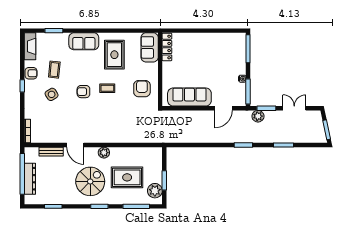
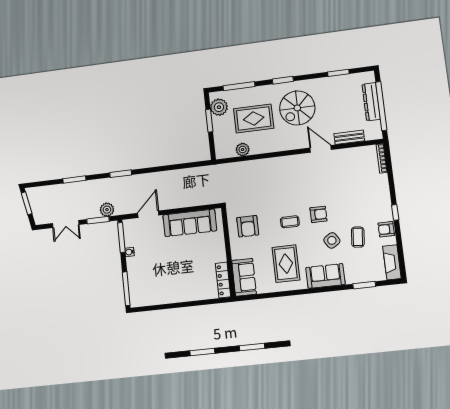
side table: (52, 94) -> (332, 240), moved
plant: (104, 153) -> (243, 149), moved

